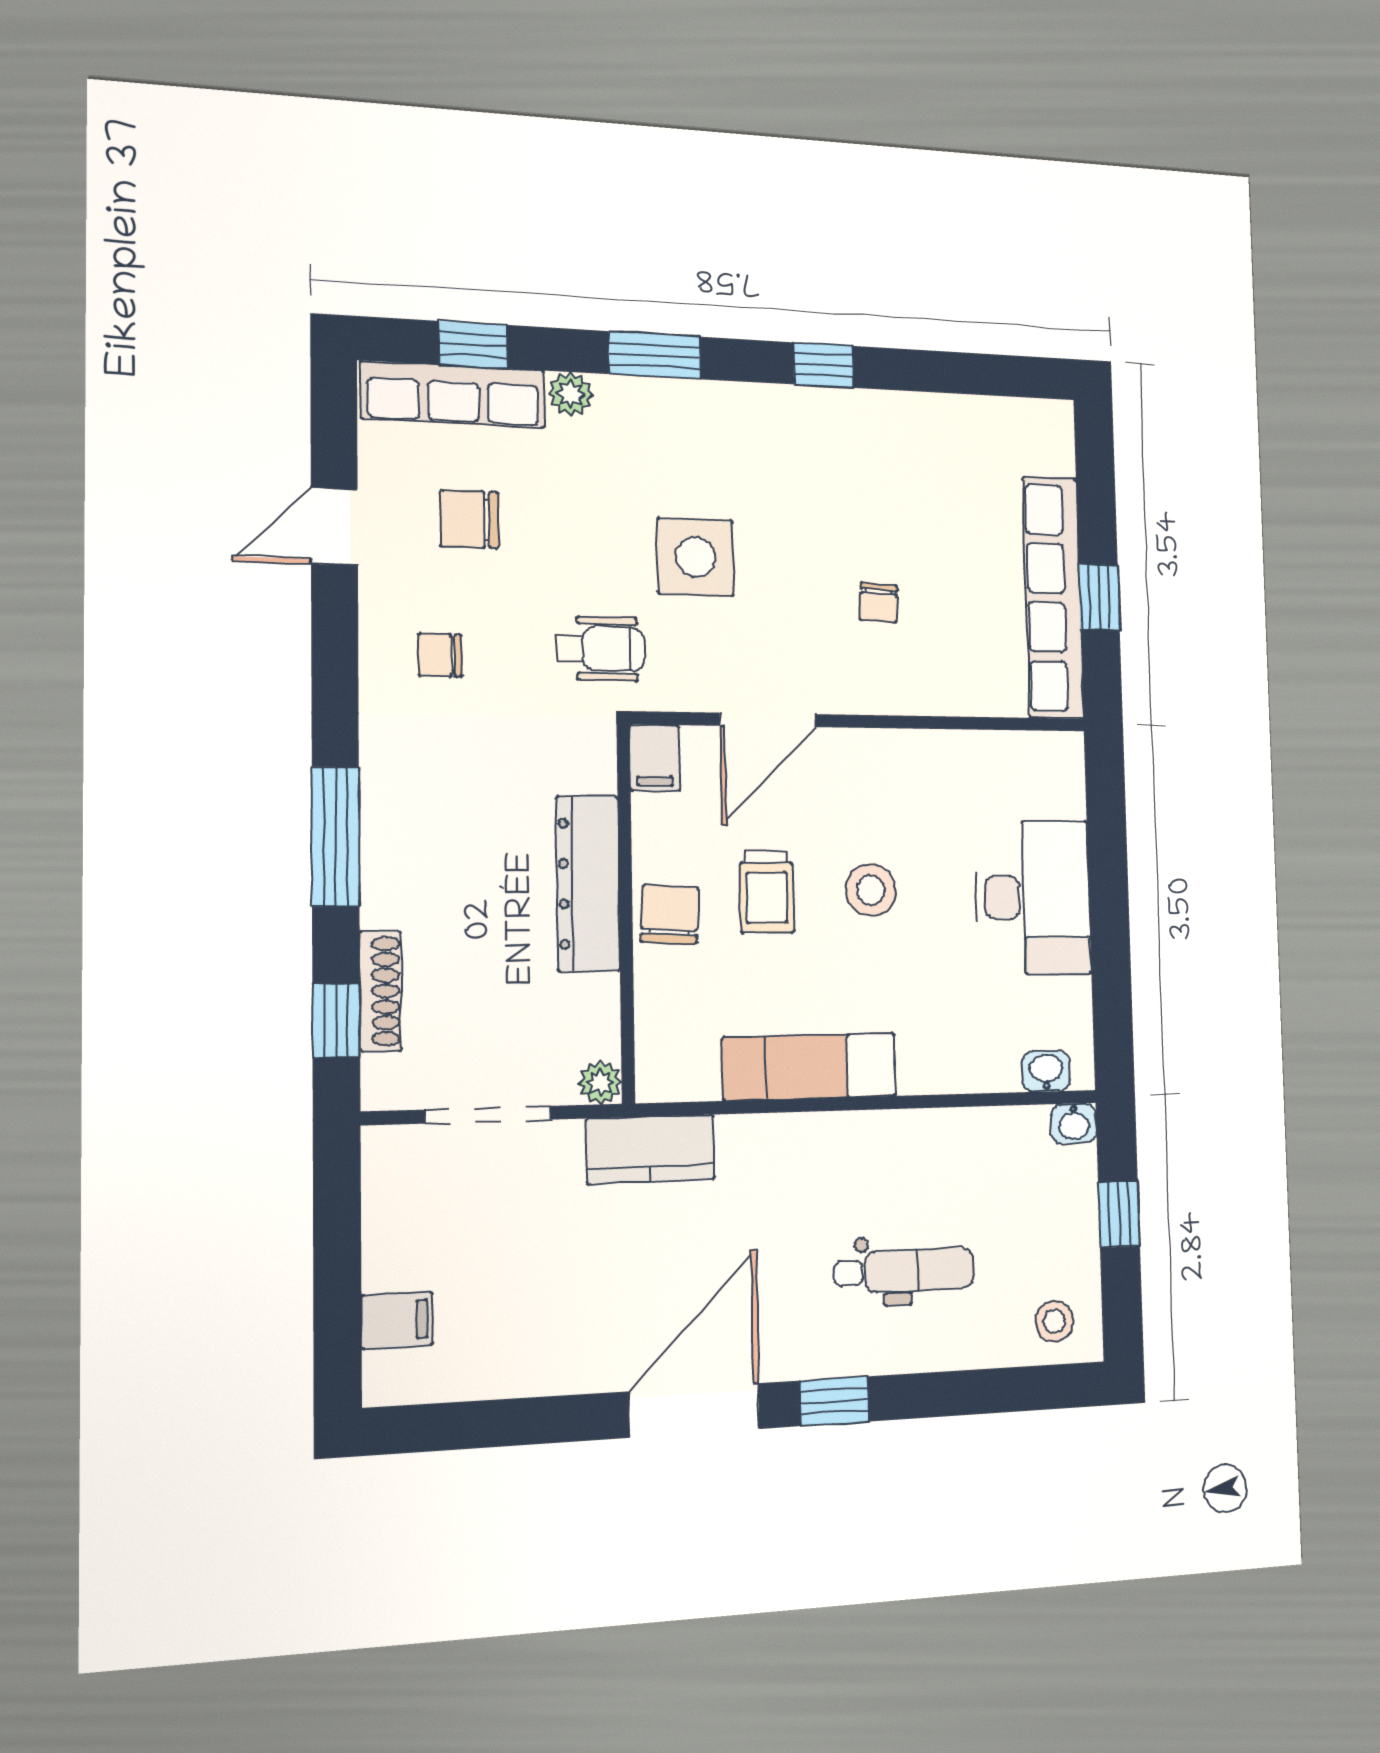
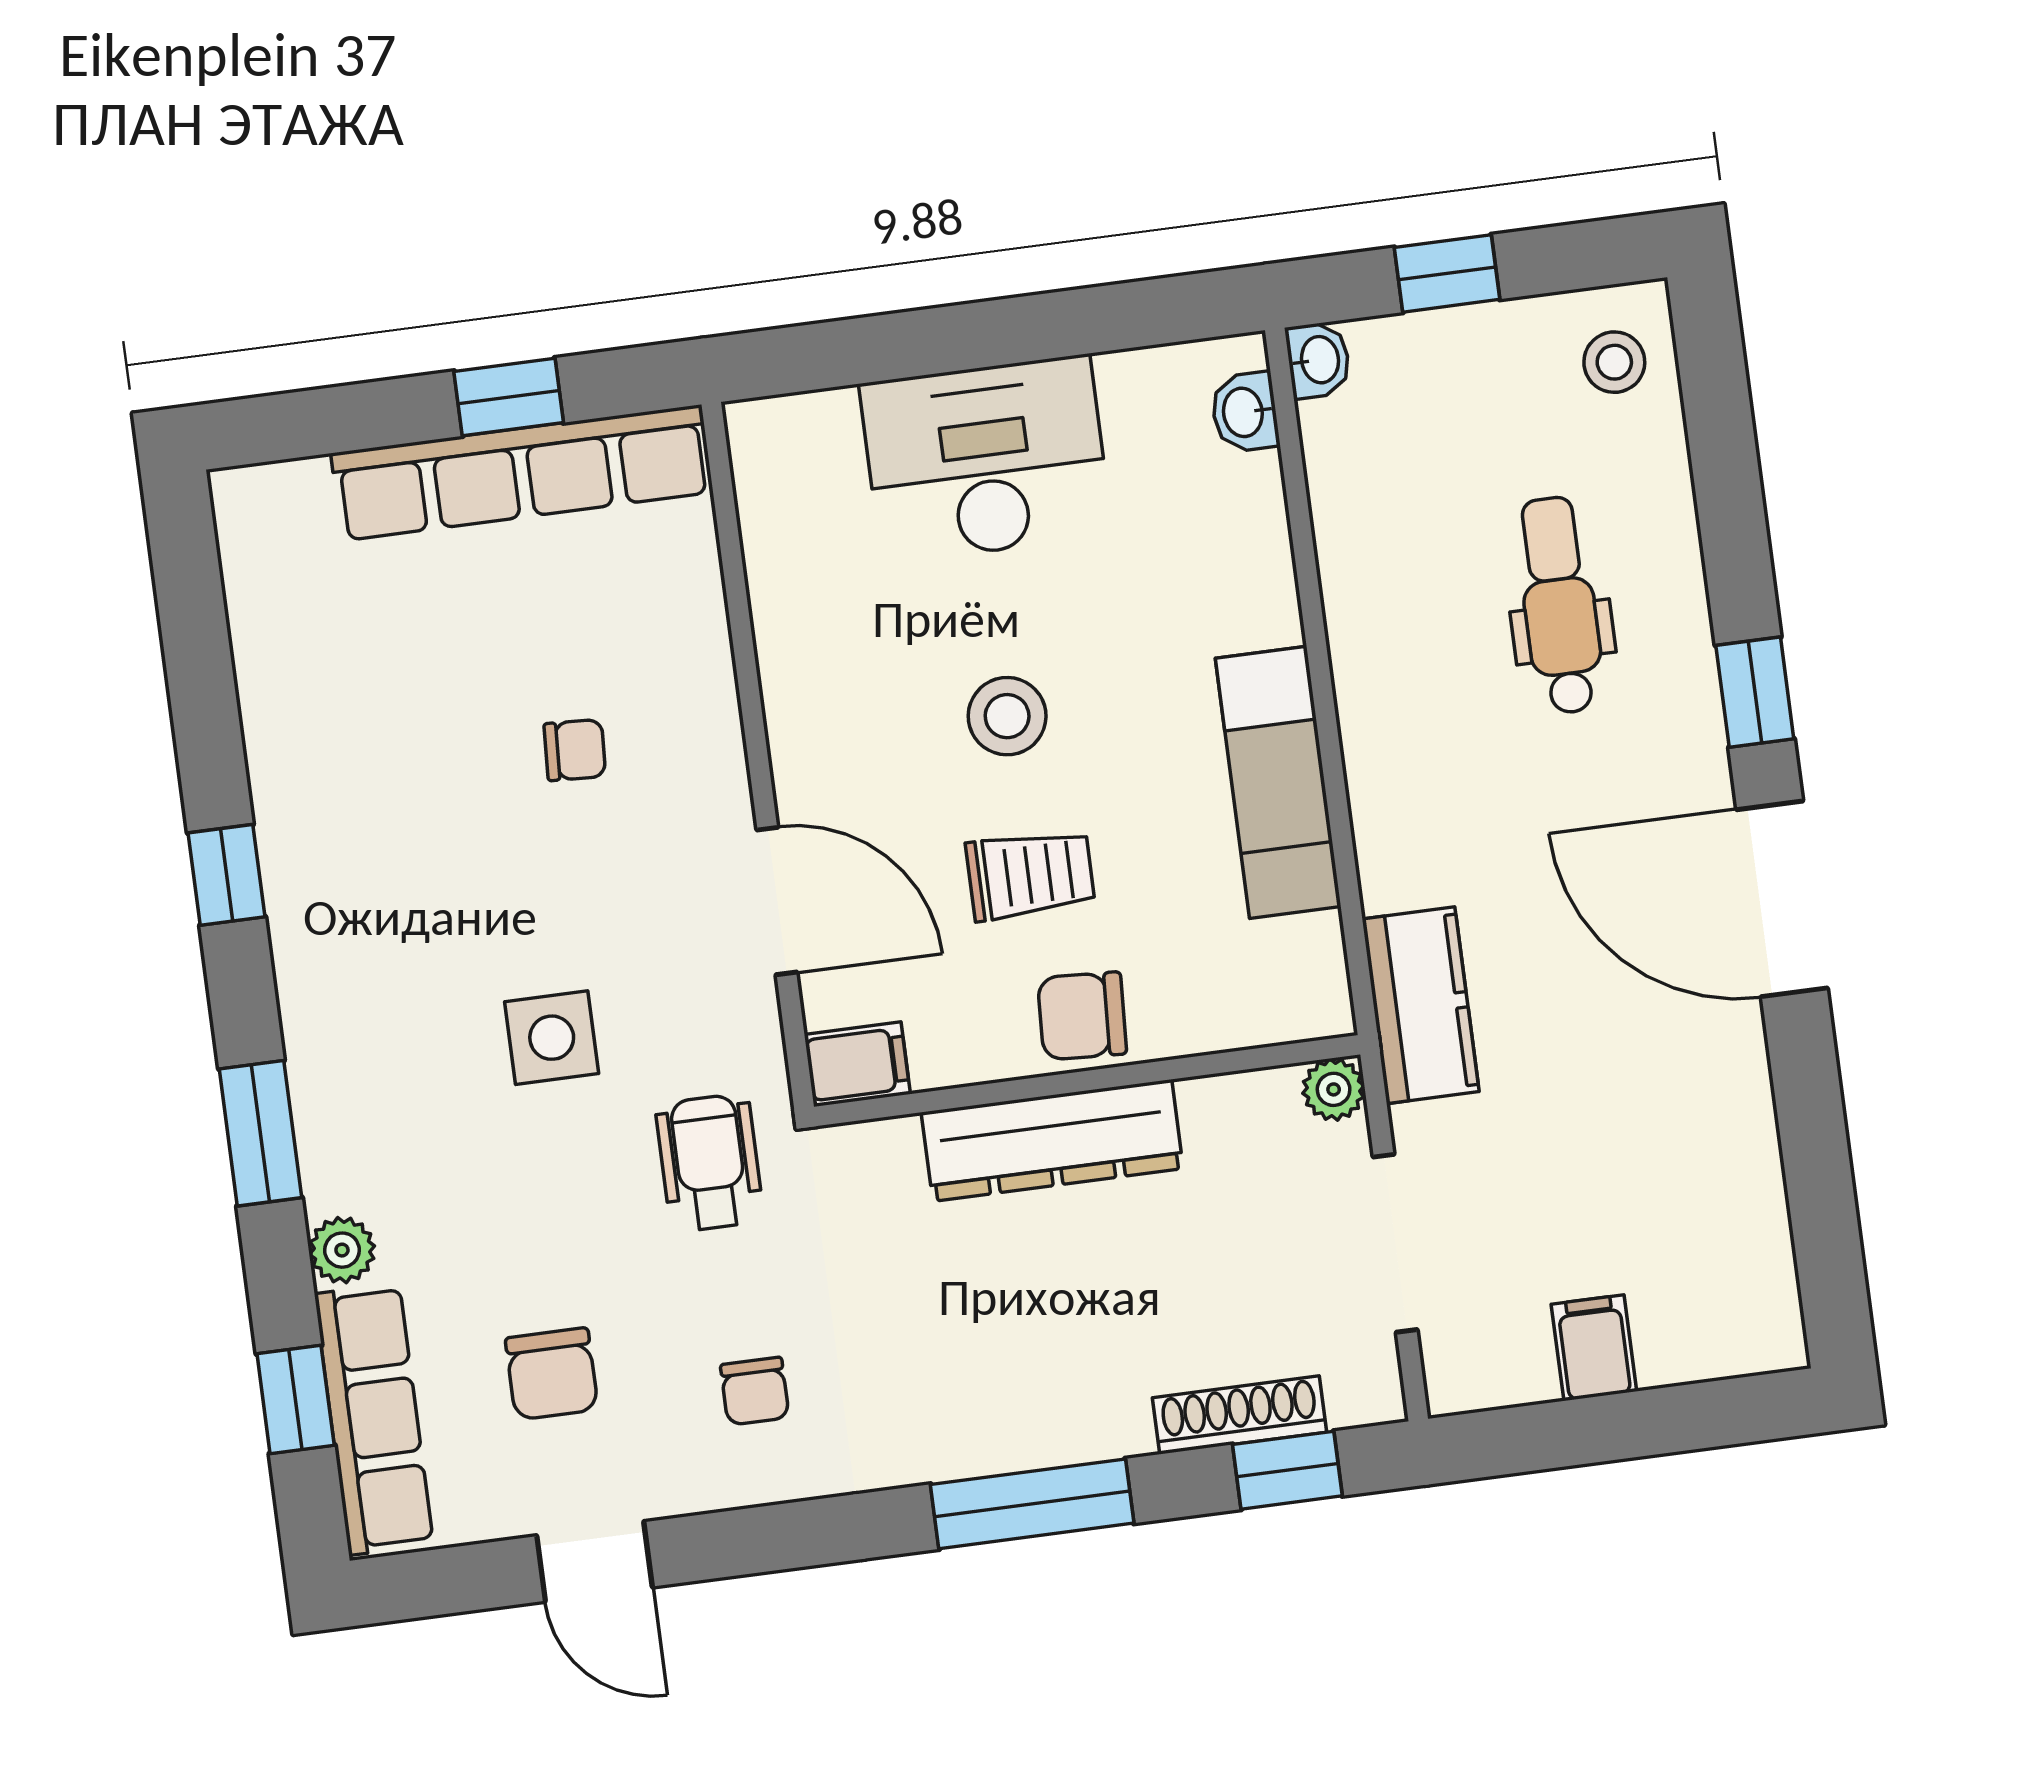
side table: (695, 557) -> (552, 1038), width x0.73, depth x0.73
filing cabinet: (397, 1320) -> (1594, 1348), moved

